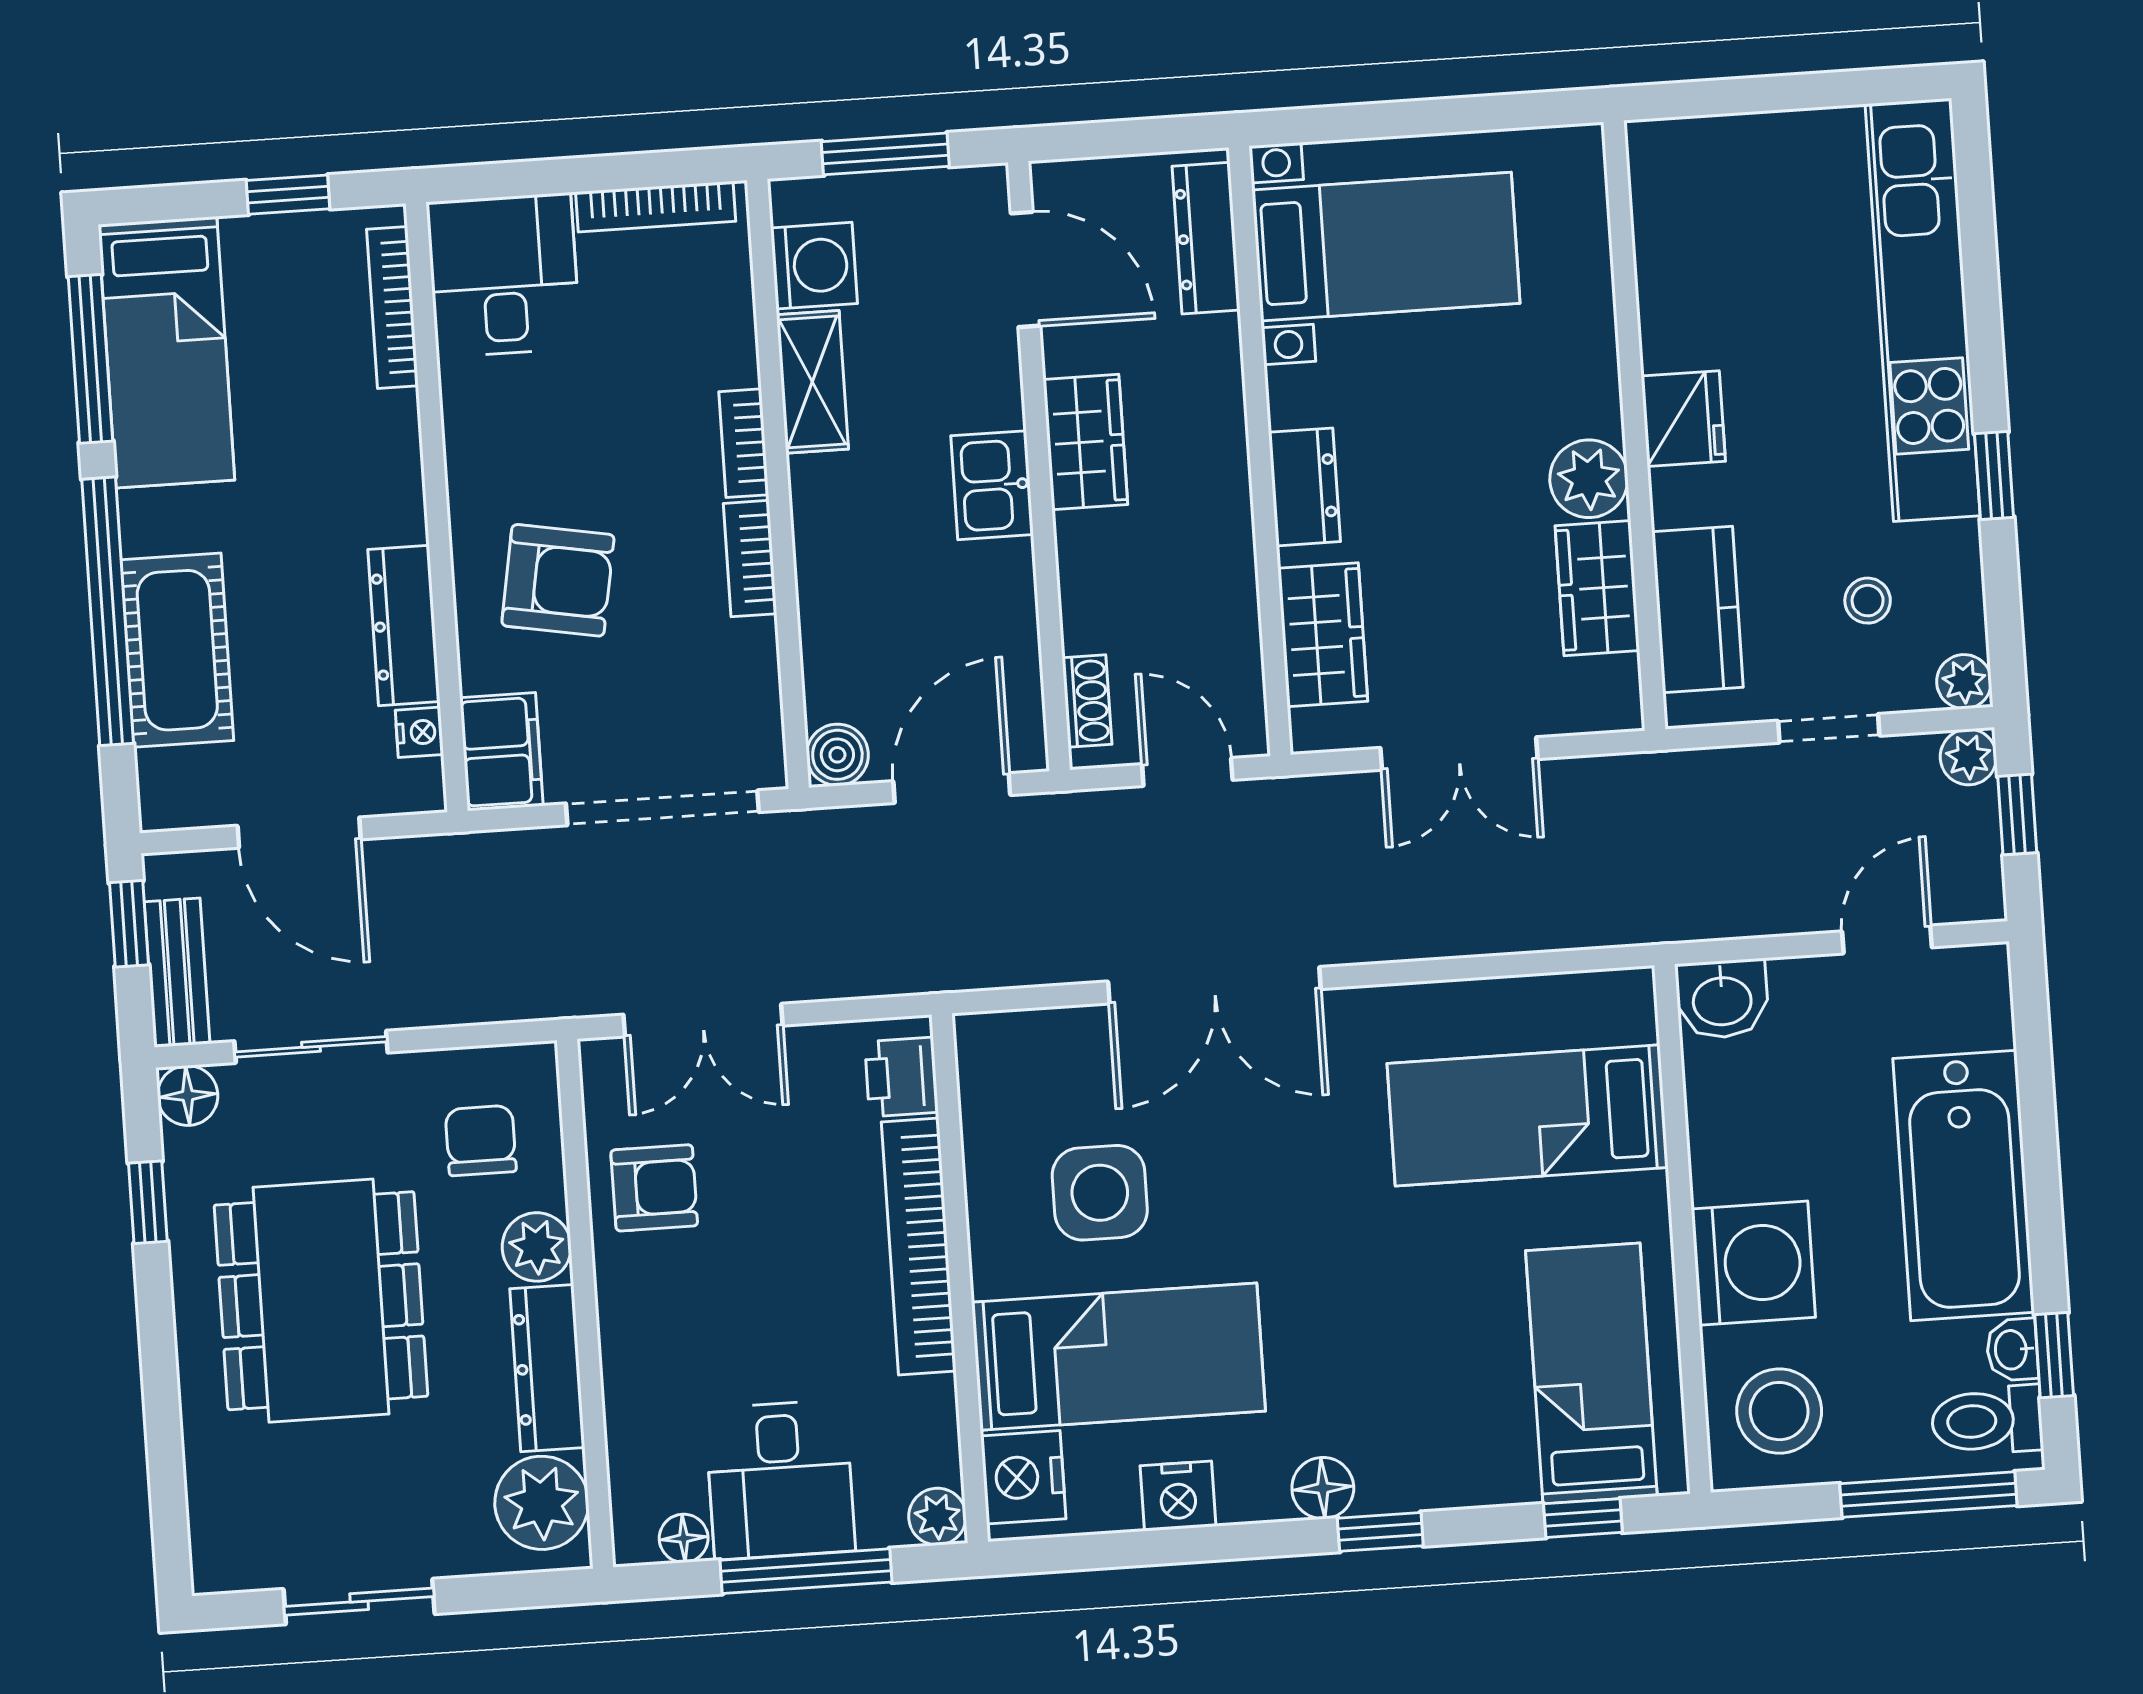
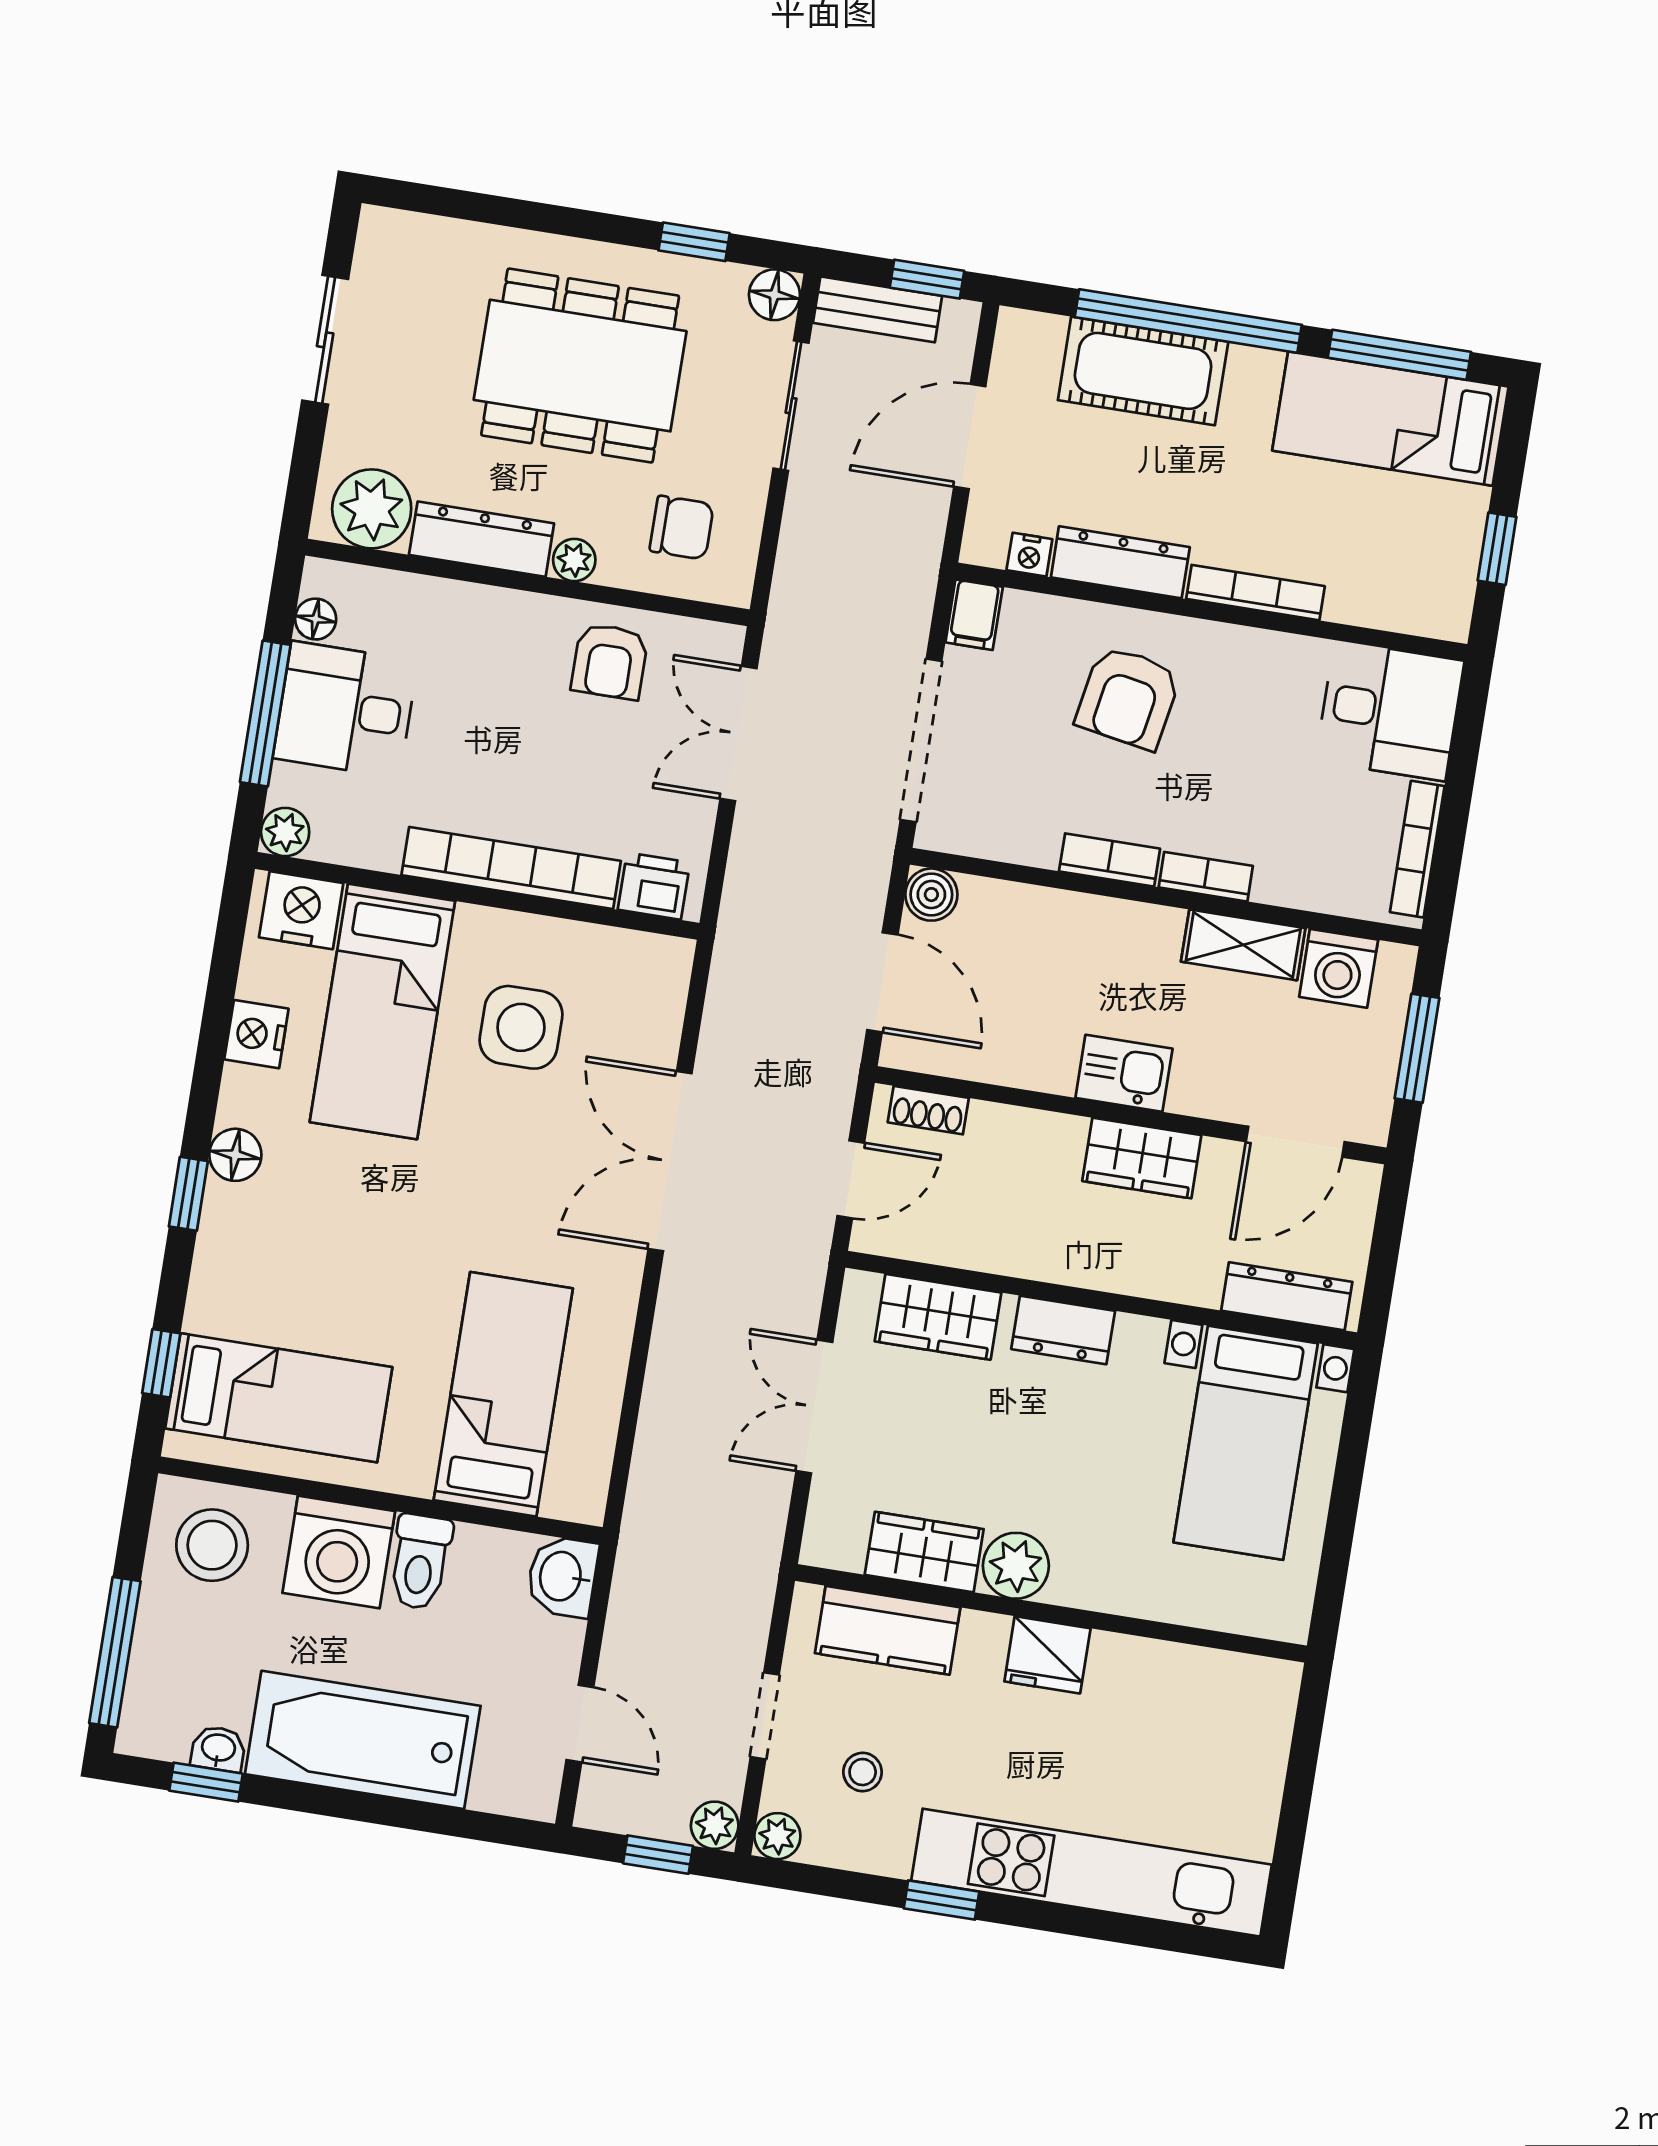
bookcase: (392, 308) -> (1255, 593), moved
filing cabinet: (501, 752) -> (974, 615), width x0.50
plant: (537, 1247) -> (574, 560), width x0.73, depth x0.73
toilet: (1987, 1420) -> (420, 1562), moved, turned 180

